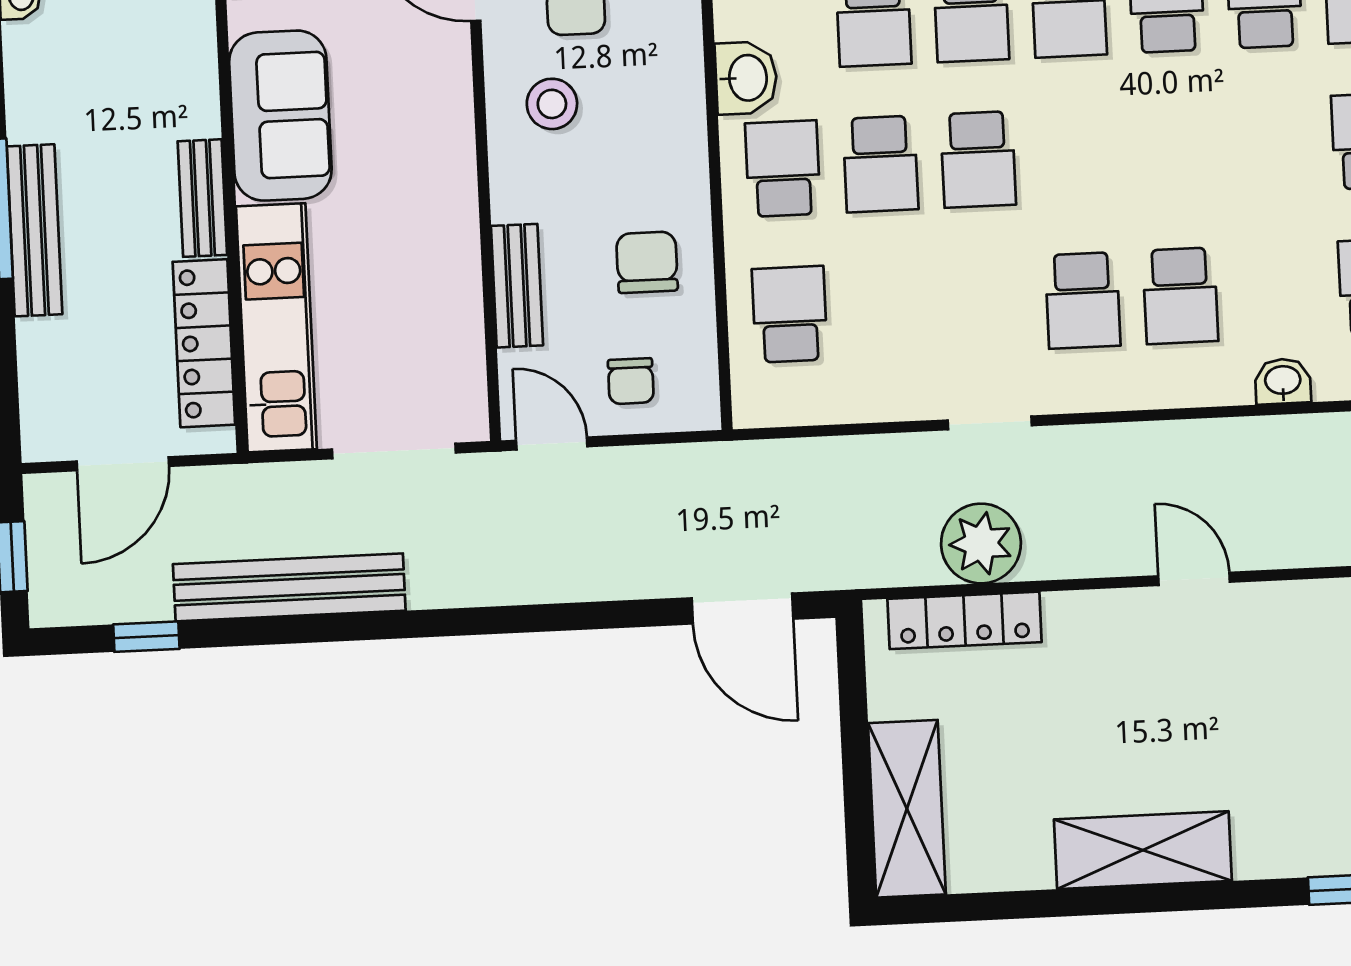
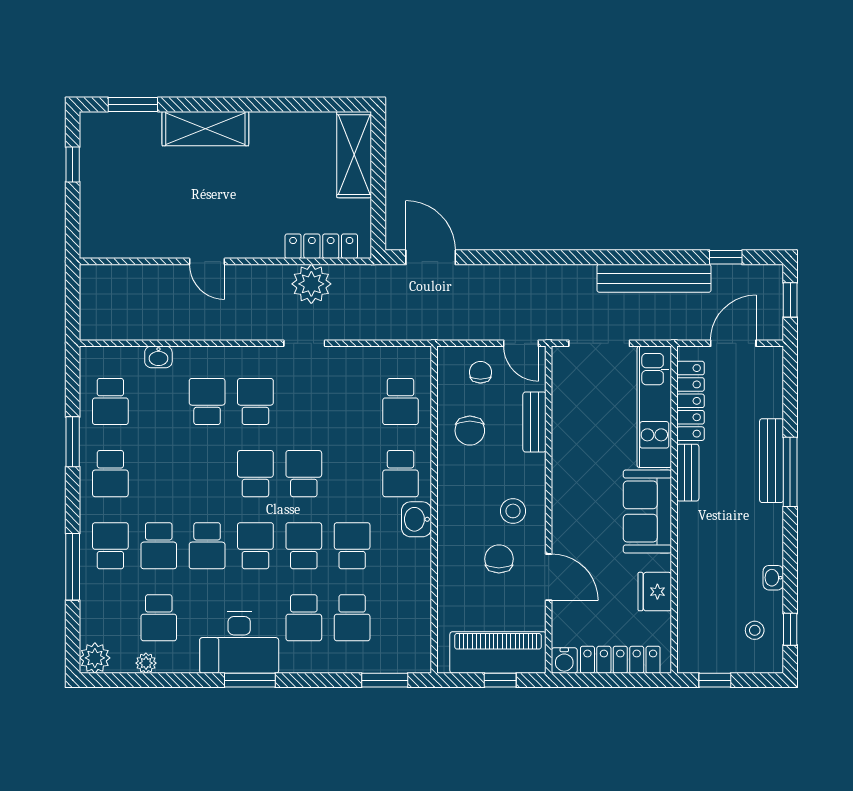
school desk: (880, 164) -> (255, 474), moved
shelving: (1143, 850) -> (205, 129), moved

